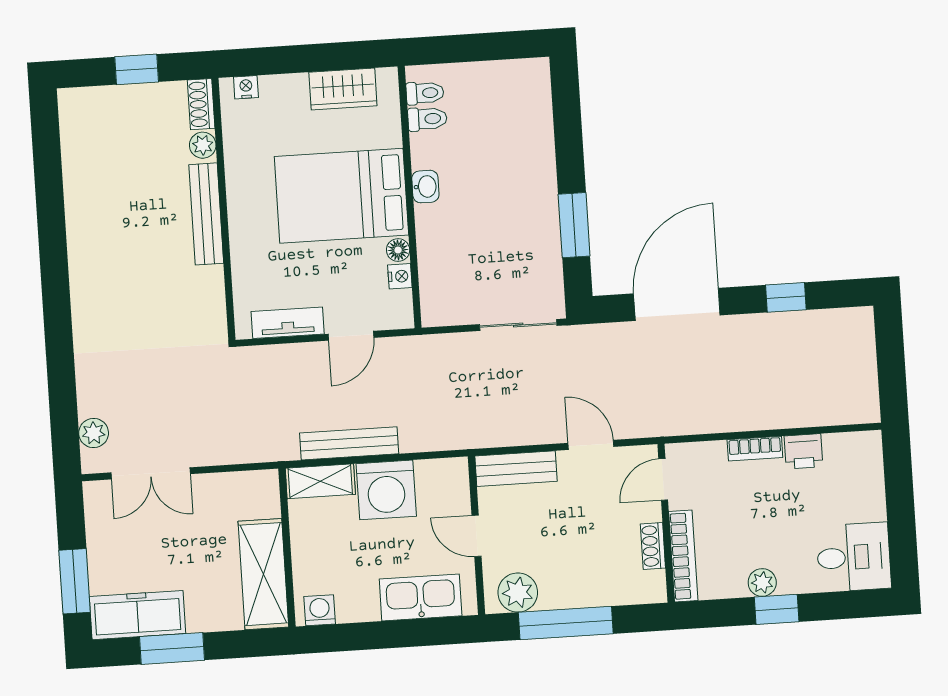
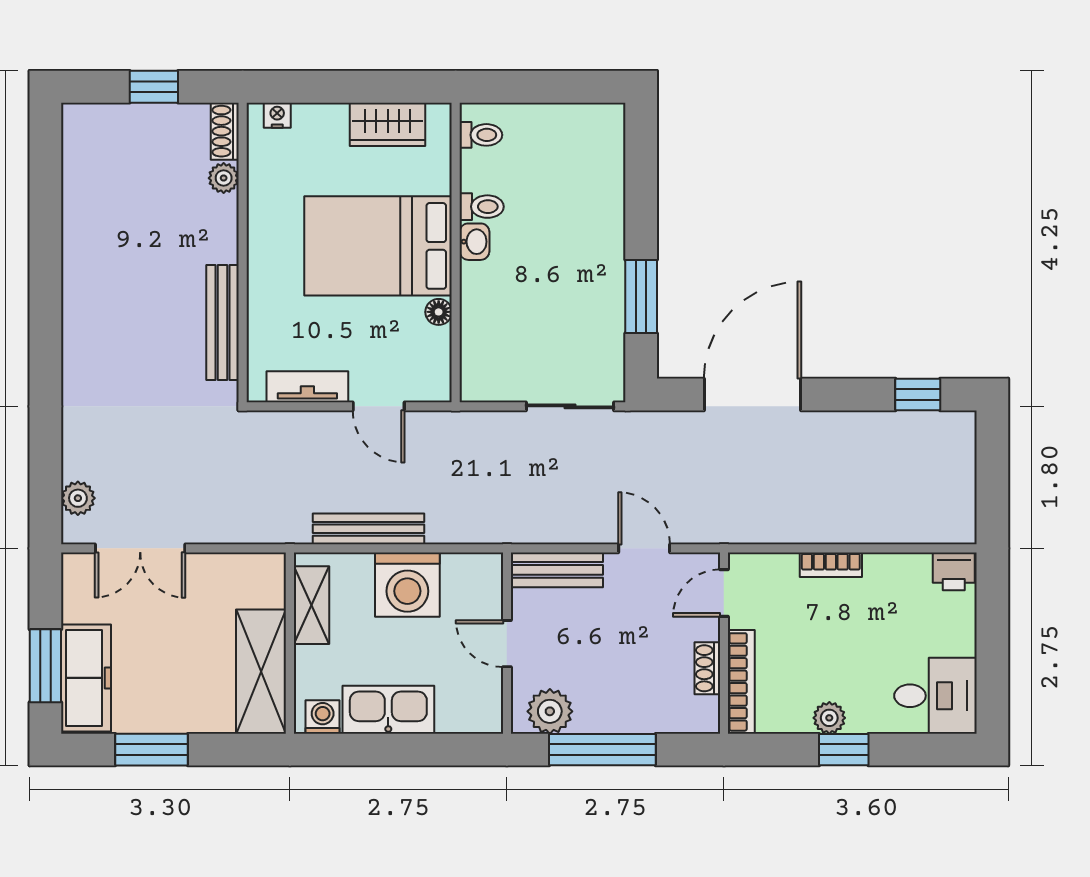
toilet: (427, 119) -> (482, 207), moved
bench: (206, 214) -> (223, 323), moved
nightstand: (400, 276) -> (439, 342), removed
window: (786, 297) -> (918, 394), moved
door: (351, 336) -> (379, 406), hinge flipped
printer: (803, 451) -> (954, 571), moved
shelving: (320, 481) -> (311, 605), moved, turned 90
kitchen sink: (421, 597) -> (388, 710), moved
freezer: (138, 615) -> (86, 678), moved, turned 90

